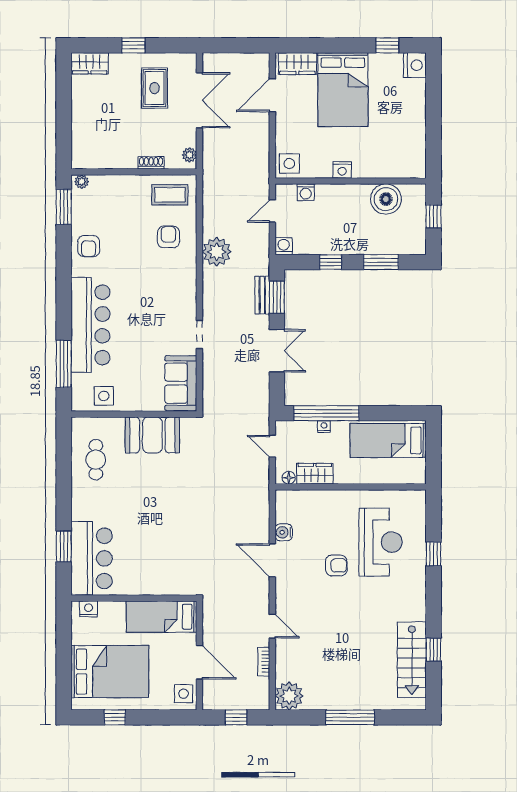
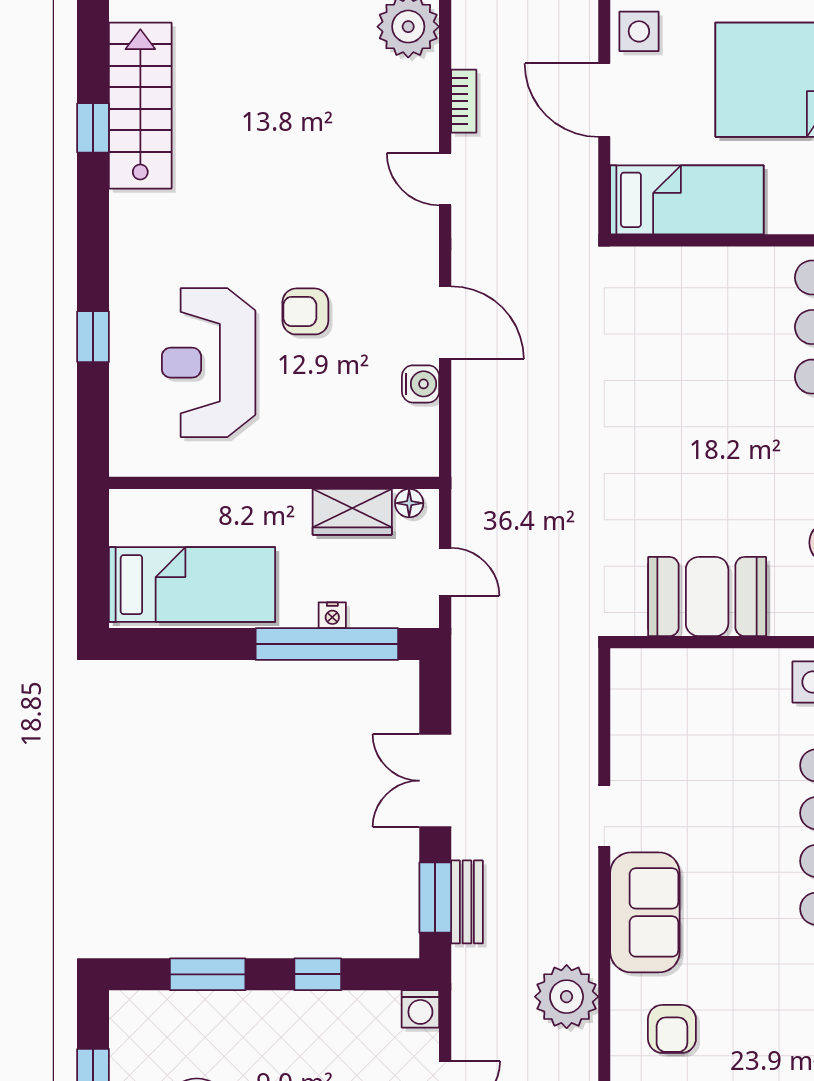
sofa: (181, 383) -> (645, 912), moved

